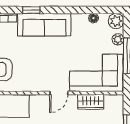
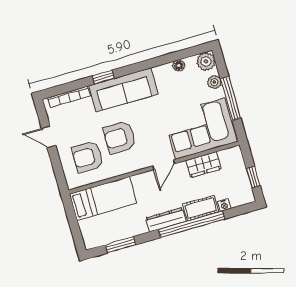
armchair: (31, 61) -> (120, 137), added

